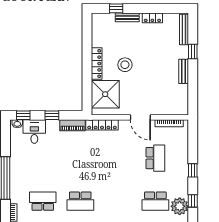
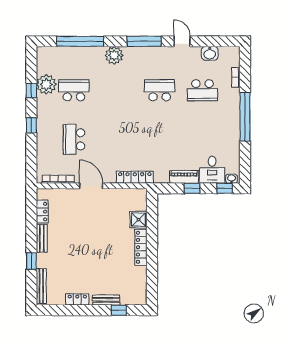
stool: (125, 65) -> (109, 246), removed
shower: (105, 94) -> (138, 220), width x0.54, depth x0.54
locker: (183, 95) -> (42, 212), added
piano: (72, 125) -> (184, 177), moved

